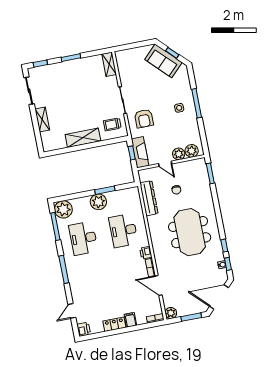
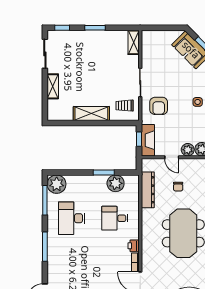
plant: (98, 202) -> (116, 183), moved
desk: (123, 231) -> (115, 218), width x0.73

